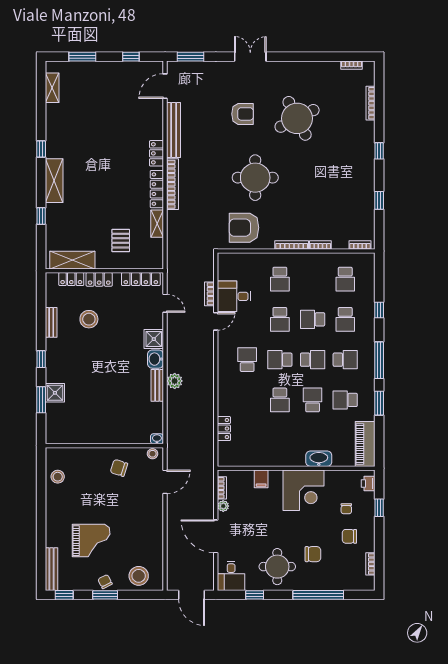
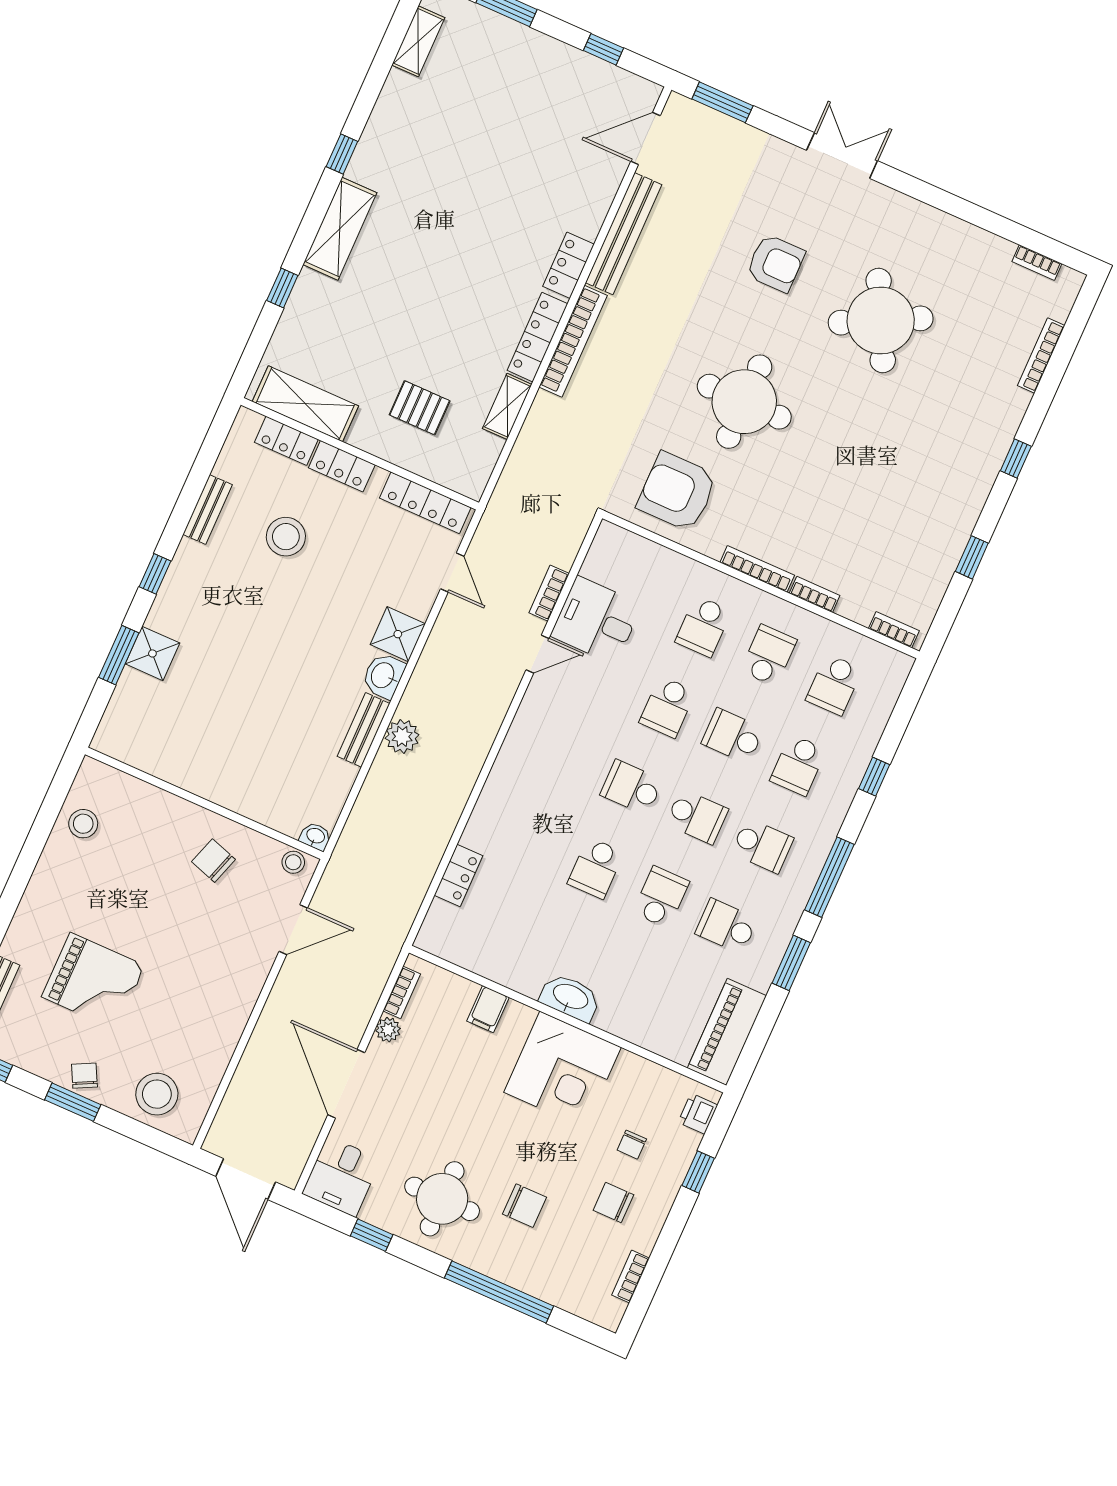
pallet: (121, 241) -> (420, 408), turned 90
school desk: (247, 360) -> (769, 655), moved
washbasin: (319, 459) -> (570, 997), moved

